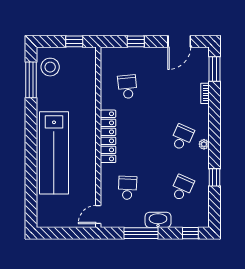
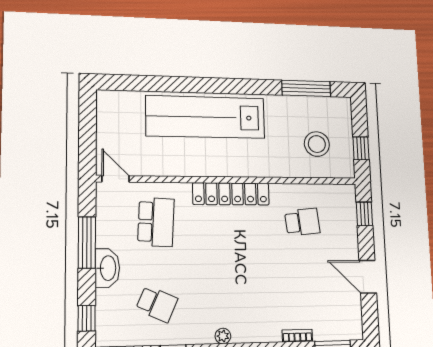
window: (136, 41) -> (364, 214), moved
door: (179, 41) -> (368, 277), moved
stool: (50, 67) -> (317, 144), moved
school desk: (182, 137) -> (232, 303), removed
school desk: (127, 188) -> (156, 222), width x1.85

